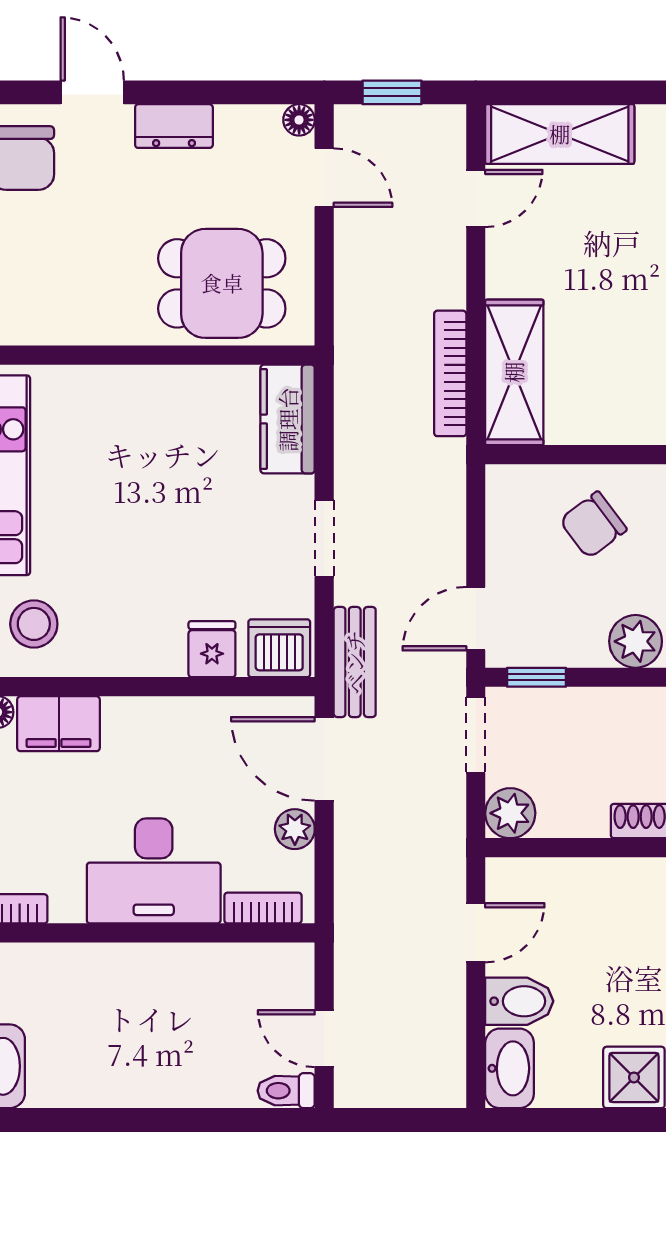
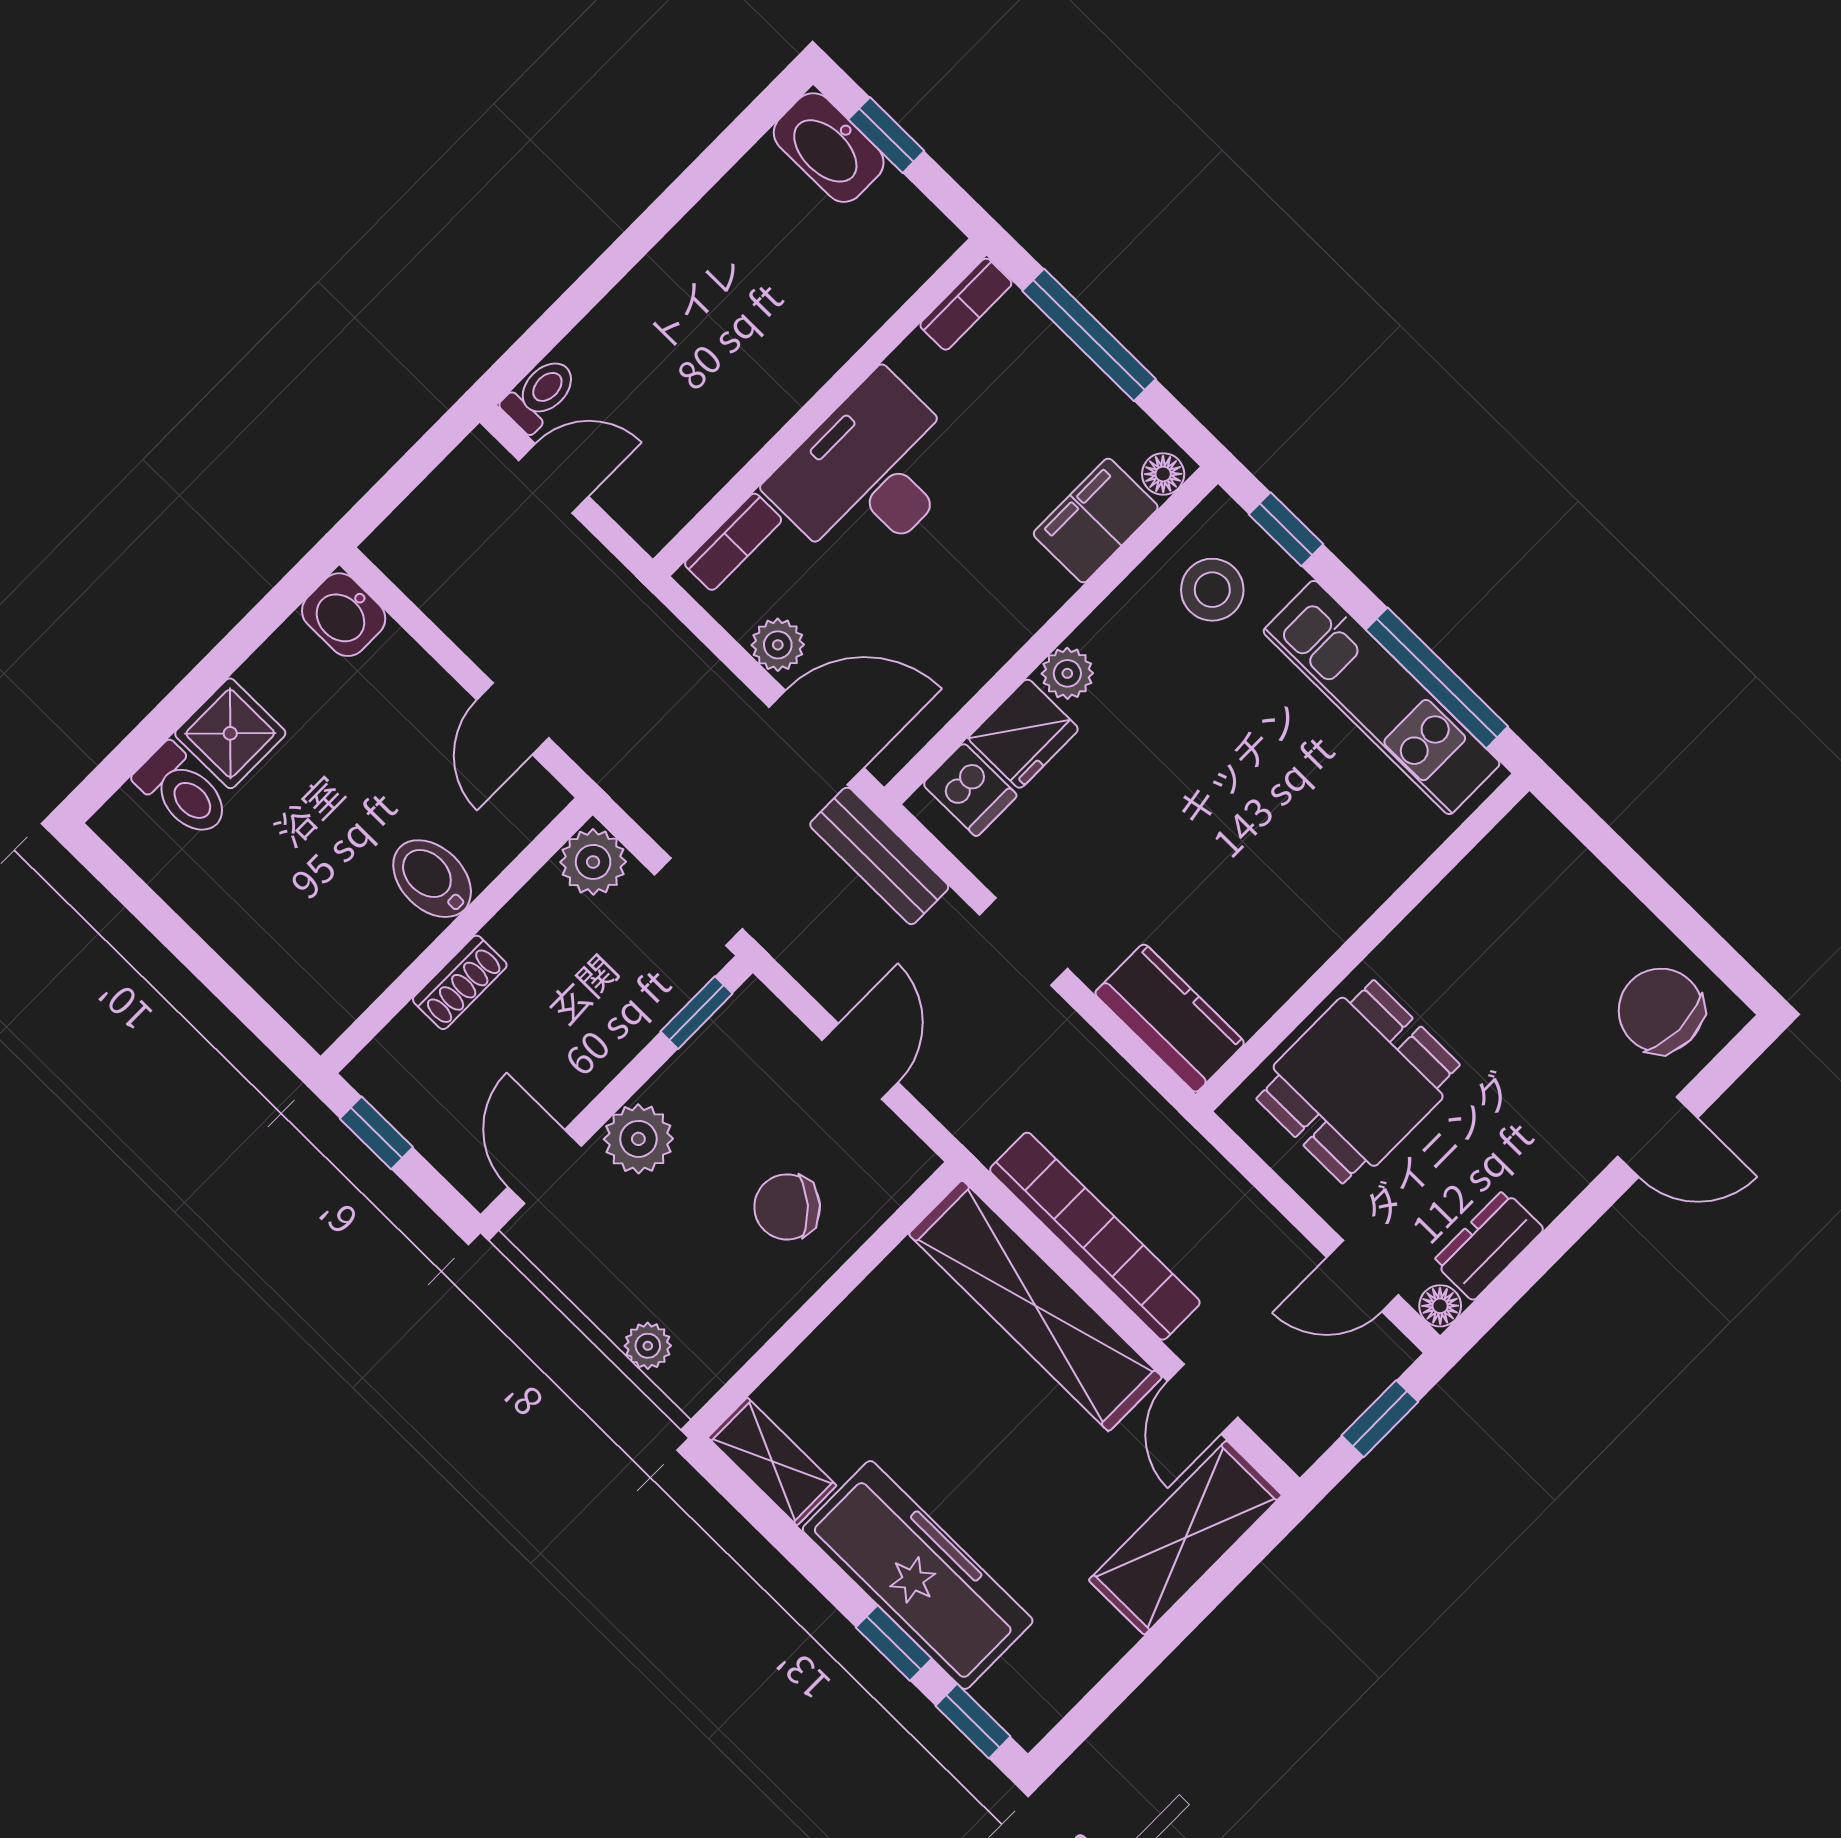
dresser: (174, 126) -> (1488, 1245), moved
shelving: (514, 372) -> (1035, 1306), width x1.47
bookcase: (450, 373) -> (1095, 1236), width x1.48, depth x1.31
chair: (593, 525) -> (787, 1207), turned -101
door: (476, 619) -> (860, 1061), moved
dishwasher: (279, 648) -> (970, 790), width x0.73
fridge: (212, 649) -> (1023, 734), width x1.38
plant: (156, 658) -> (1067, 673), added
bidet: (519, 1001) -> (432, 879), moved, turned 90
washbasin: (510, 1068) -> (344, 615), width x0.72

